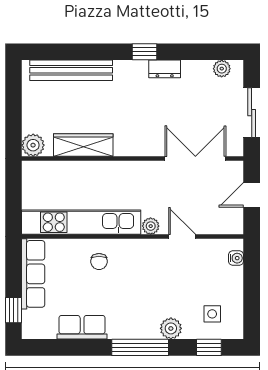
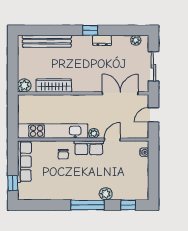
door: (182, 237) -> (112, 140), hinge flipped
side table: (212, 314) -> (130, 185), removed
row of seats: (82, 327) -> (89, 148), moved, turned 180

